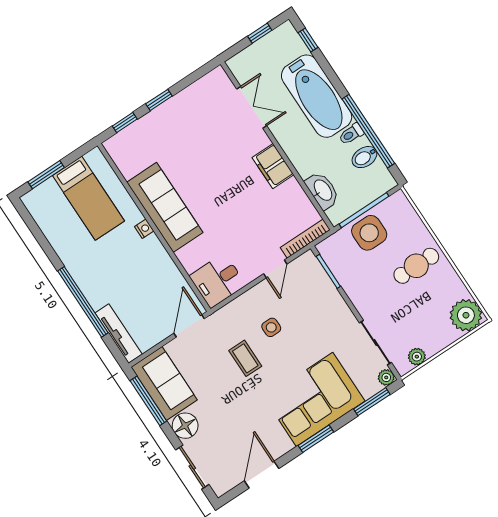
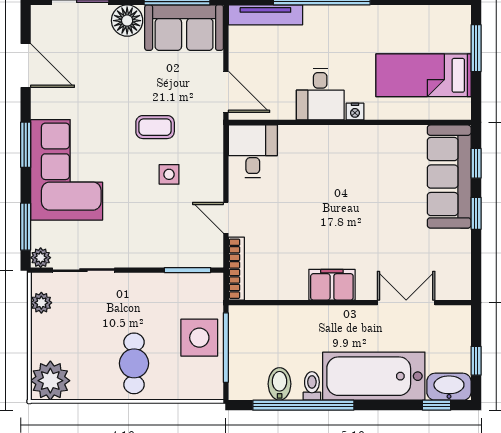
double door: (252, 107) -> (406, 303), swing flipped
washbasin: (322, 190) -> (449, 387), moved, turned 180
sofa: (165, 207) -> (449, 177), moved, turned 90
desk: (148, 260) -> (320, 94), added

